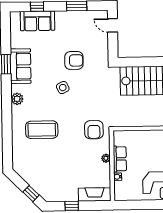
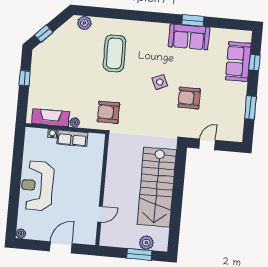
door: (113, 25) -> (207, 144), moved
armchair: (74, 60) -> (189, 98), turned 90
plant: (17, 99) -> (84, 23), moved
fireplace: (95, 194) -> (51, 118), moved, turned -90

